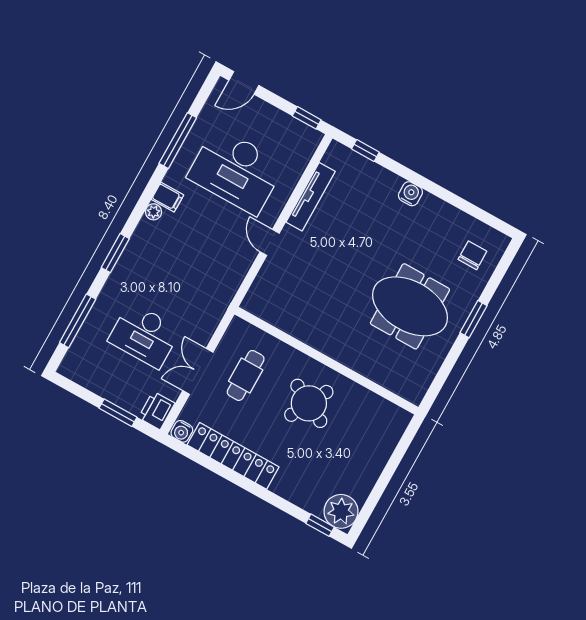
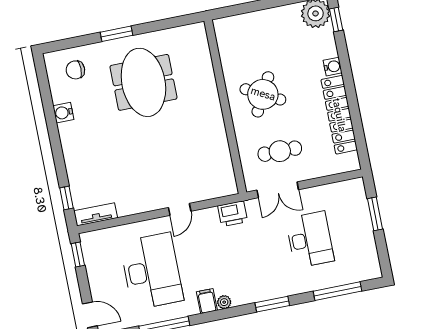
water cooler: (410, 194) -> (63, 113), moved
tv unit: (311, 197) -> (96, 214), moved, width x0.71
double door: (198, 371) -> (278, 190), moved
printer: (157, 410) -> (233, 214), moved
water cooler: (182, 431) -> (333, 67), moved

